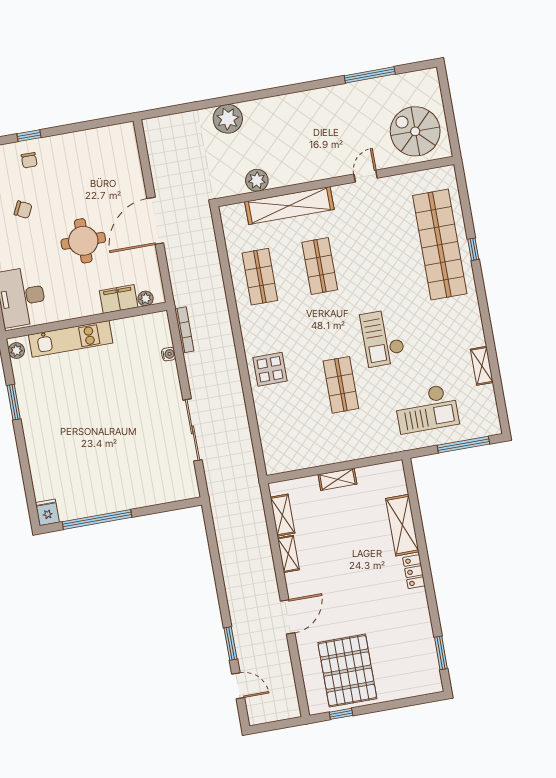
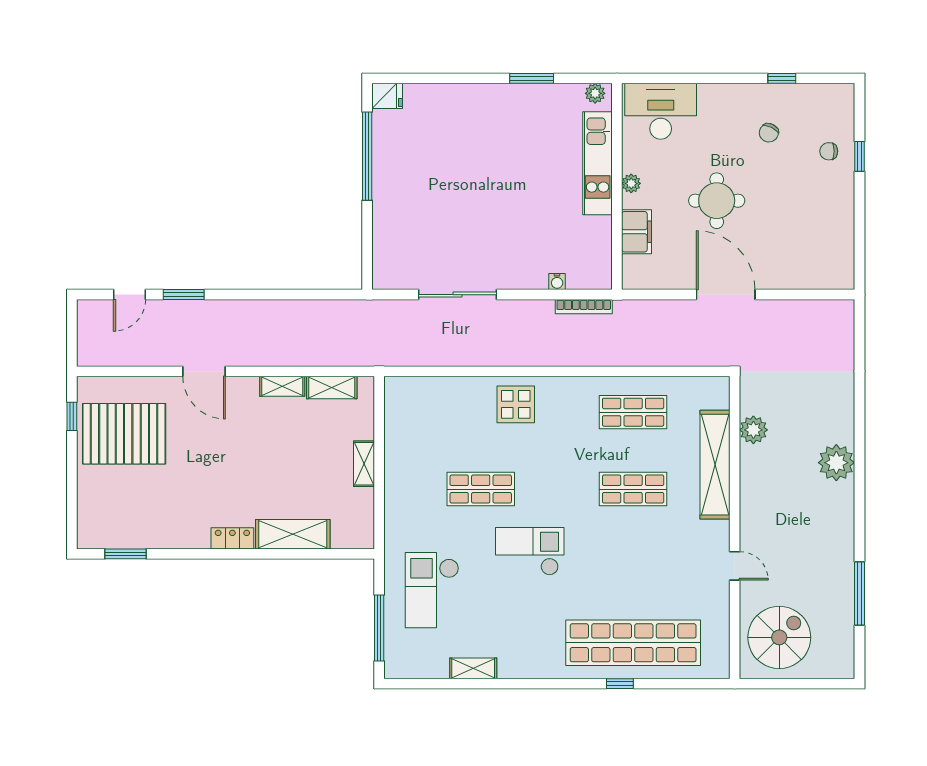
plant: (228, 119) -> (836, 463), moved
plant: (146, 299) -> (631, 183), moved

